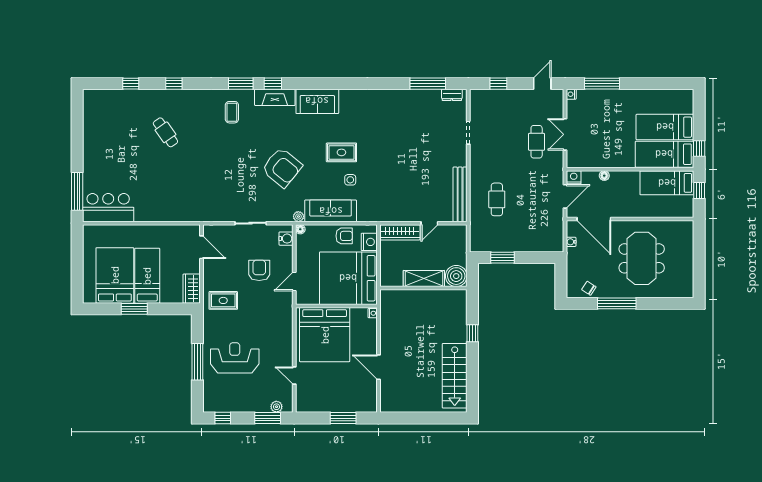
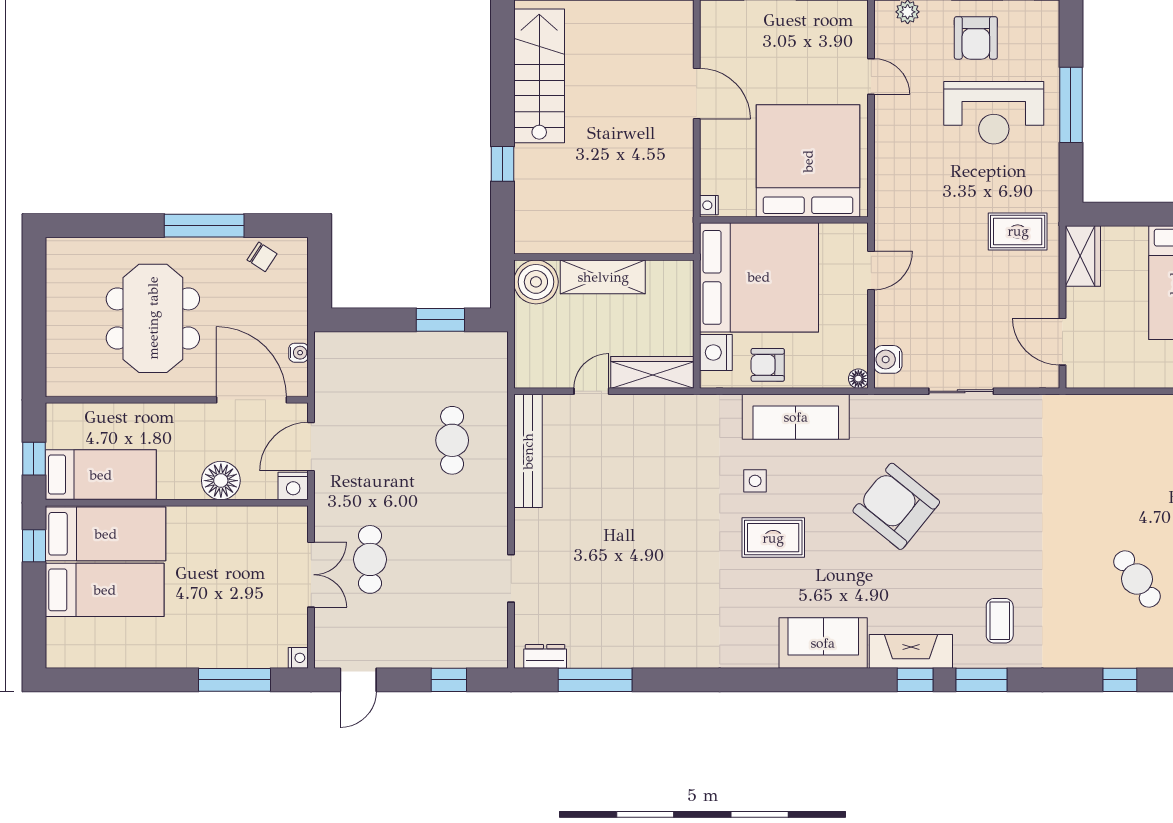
floor lamp: (604, 176) -> (221, 481), width x1.89, depth x1.89
plant: (298, 217) -> (862, 405), removed
armchair: (259, 270) -> (976, 38), moved

